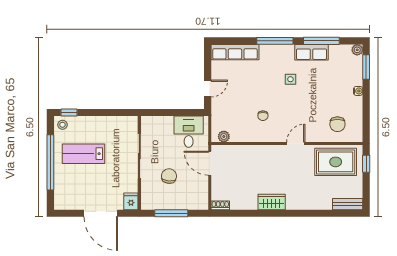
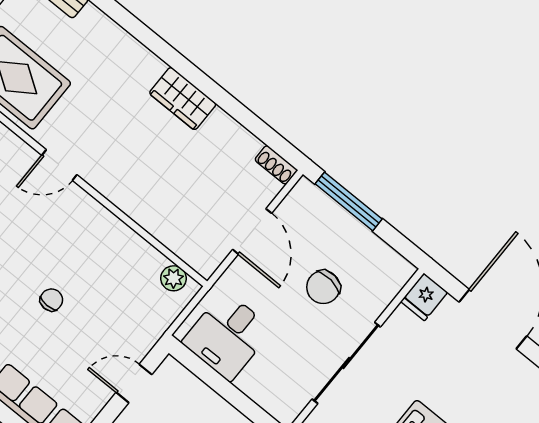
chair: (263, 116) -> (51, 300), moved
door: (210, 163) -> (252, 231), moved
window: (171, 213) -> (349, 201), moved

